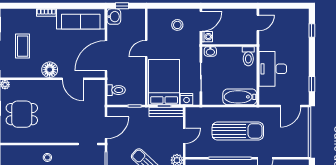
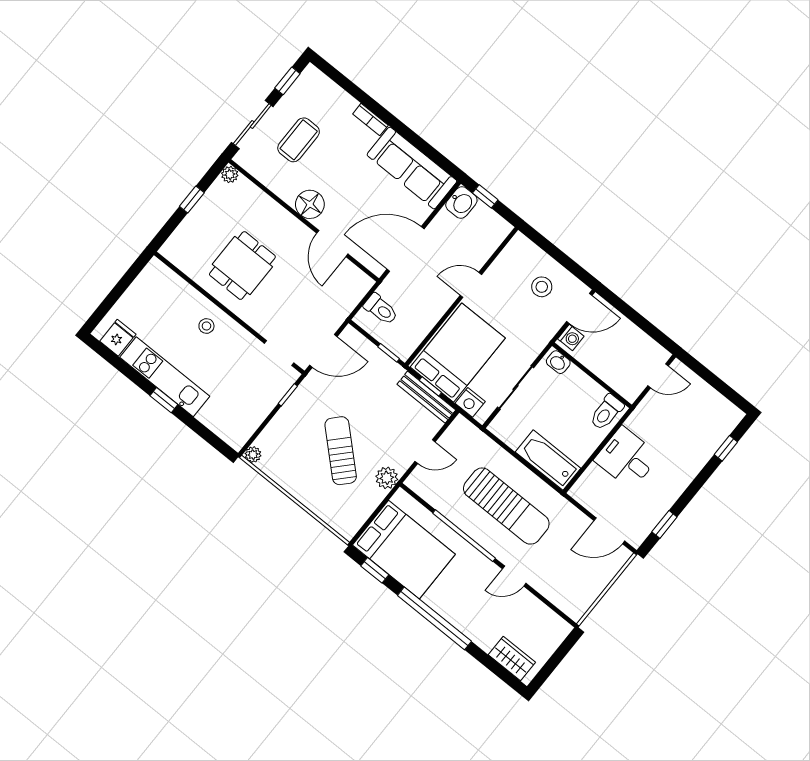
desk: (273, 69) -> (627, 458), width x0.73
dining table: (22, 114) -> (242, 266), moved, turned 90

